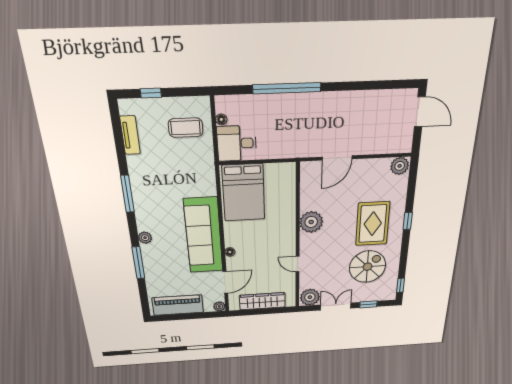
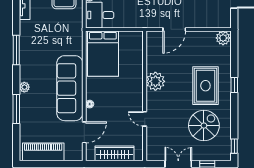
plant: (310, 297) -> (155, 152), removed
plant: (219, 306) -> (78, 156), removed

